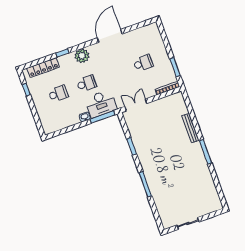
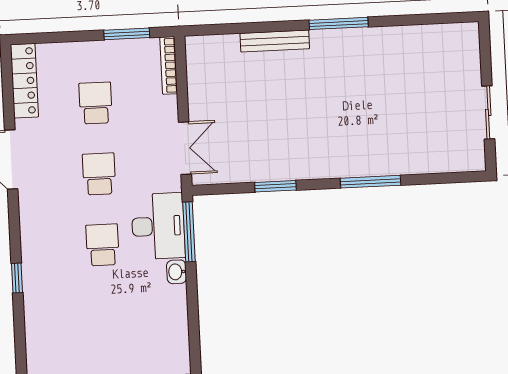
plant: (82, 56) -> (37, 236), removed
locker: (43, 68) -> (24, 81), moved
school desk: (58, 94) -> (99, 174), moved
double door: (136, 105) -> (185, 148), swing flipped

